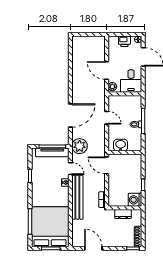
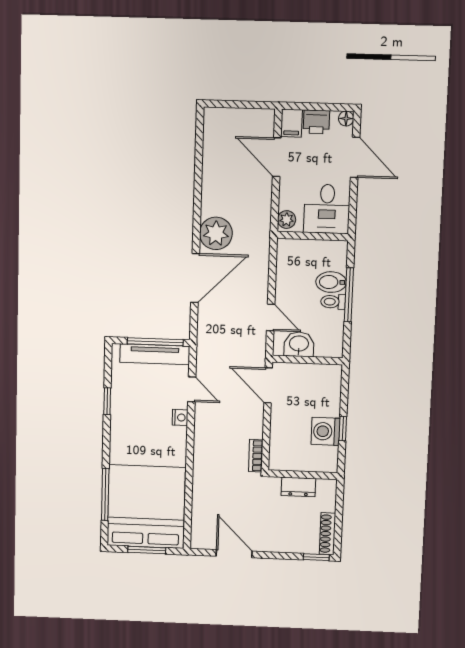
filing cabinet: (113, 42) -> (292, 123), added
door: (107, 71) -> (277, 157), moved
bidet: (134, 115) -> (331, 282), added
door: (107, 118) -> (271, 317), moved
plant: (80, 146) -> (216, 233), moved
bench: (77, 197) -> (205, 449), removed
washing machine: (135, 200) -> (326, 431), moved

